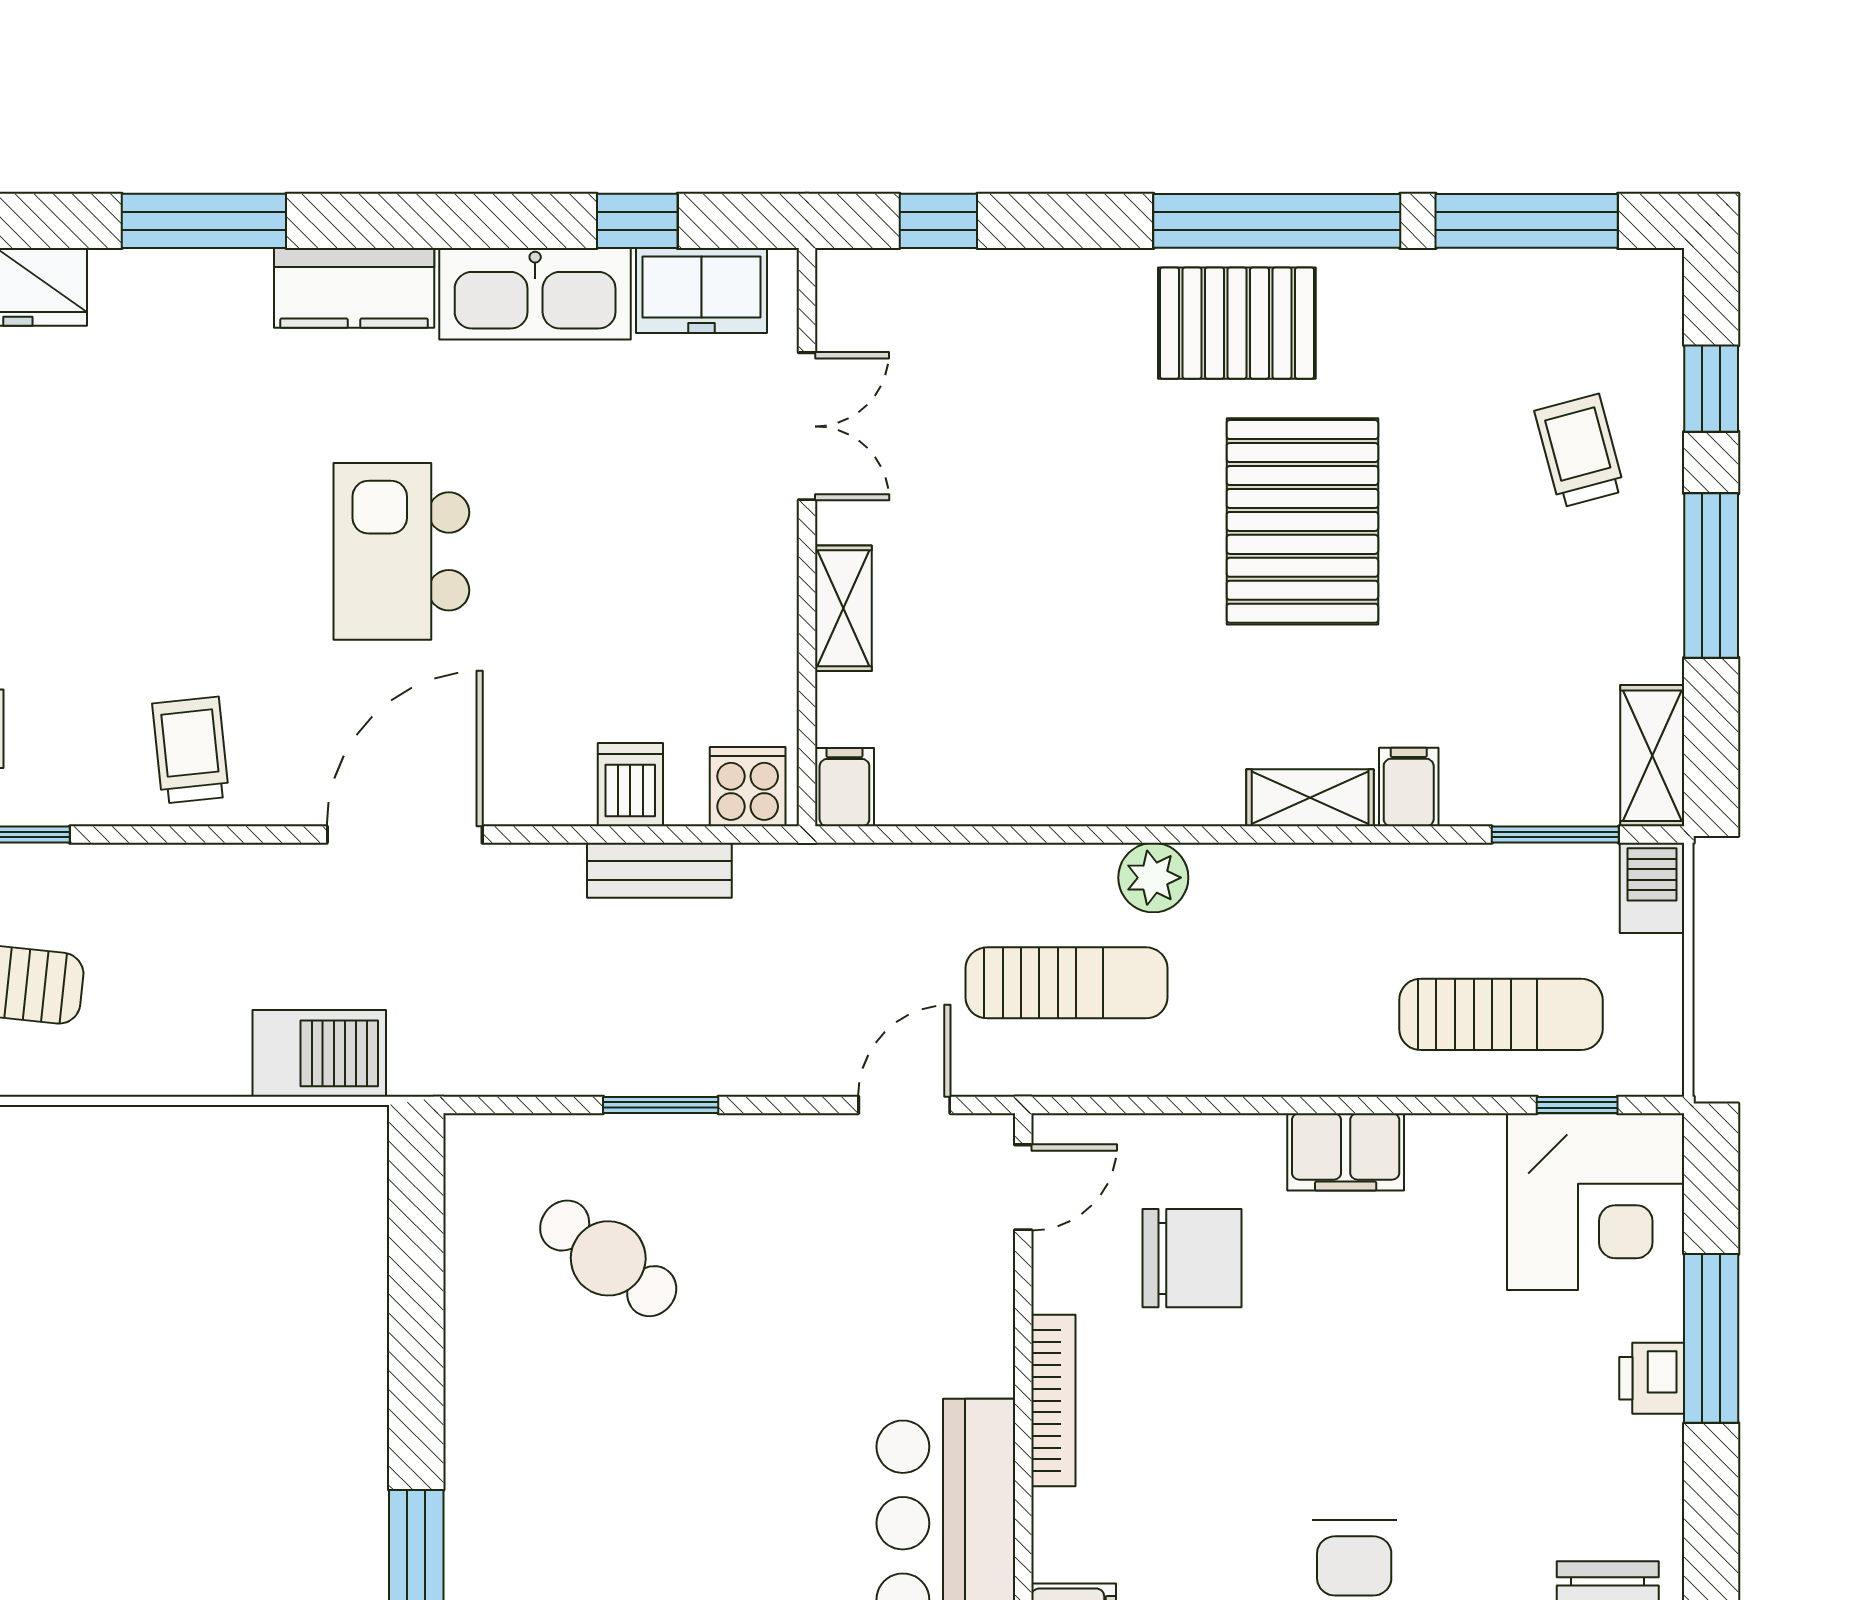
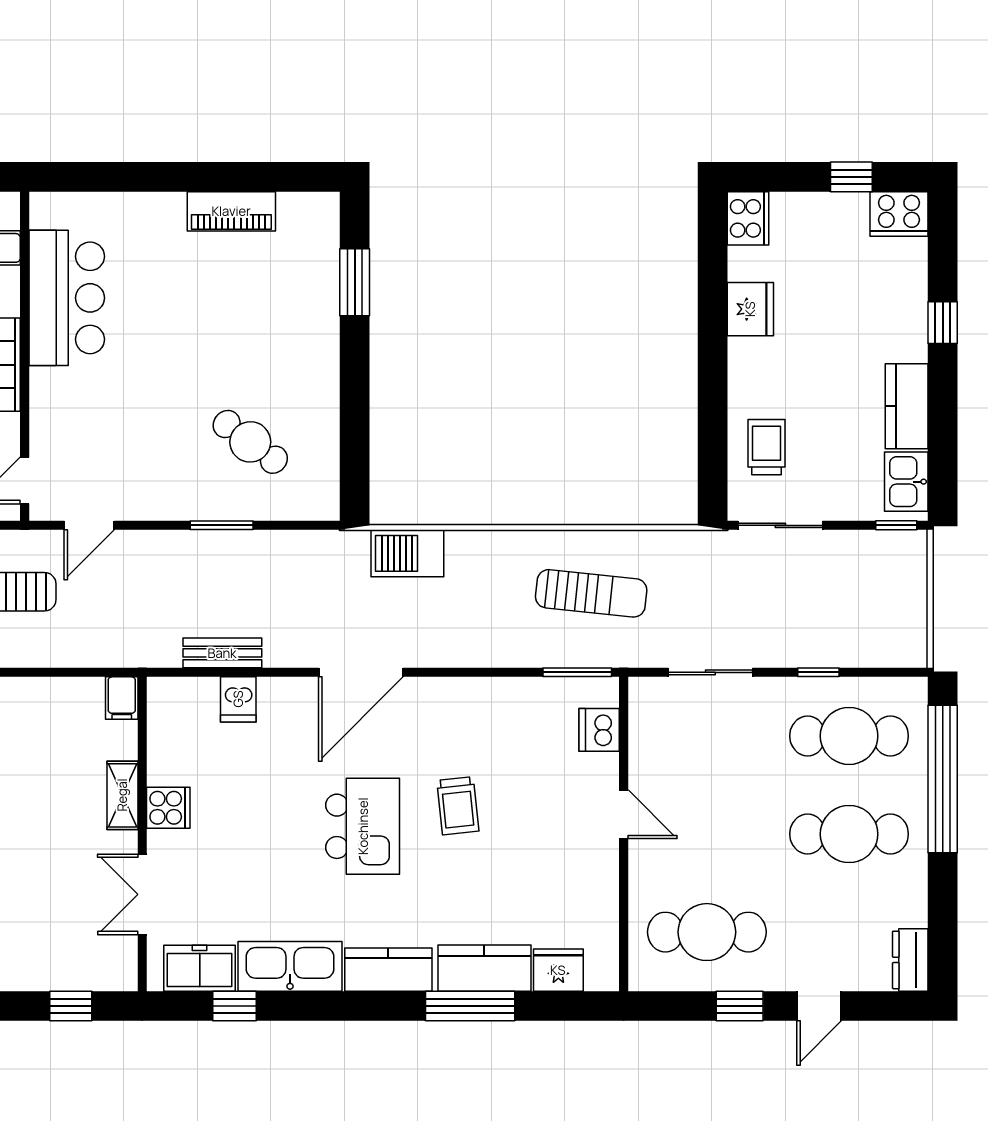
kitchen counter: (177, 291) -> (484, 968), added
trolley: (191, 750) -> (458, 806), moved
cooker: (748, 787) -> (168, 808), moved, turned -90

